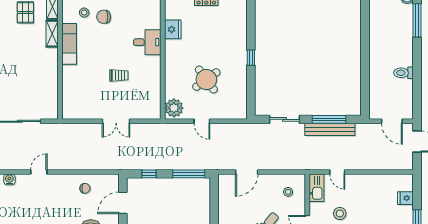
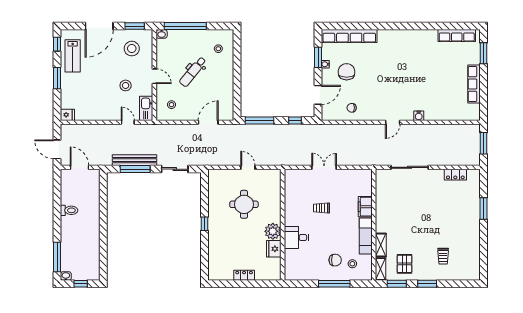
filing cabinet: (70, 77) -> (365, 207), added
round table: (206, 80) -> (244, 204), turned 36
plant: (174, 108) -> (273, 231), moved
fridge: (405, 198) -> (67, 115), moved

